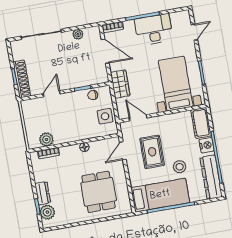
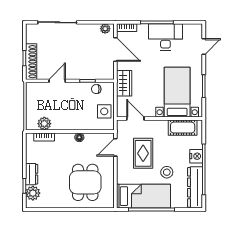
plant: (78, 34) -> (105, 29), moved
cot: (201, 123) -> (183, 128), moved, turned 90

